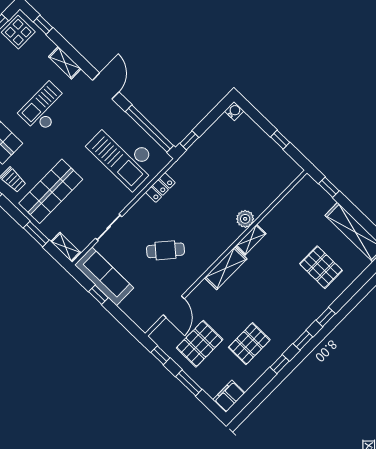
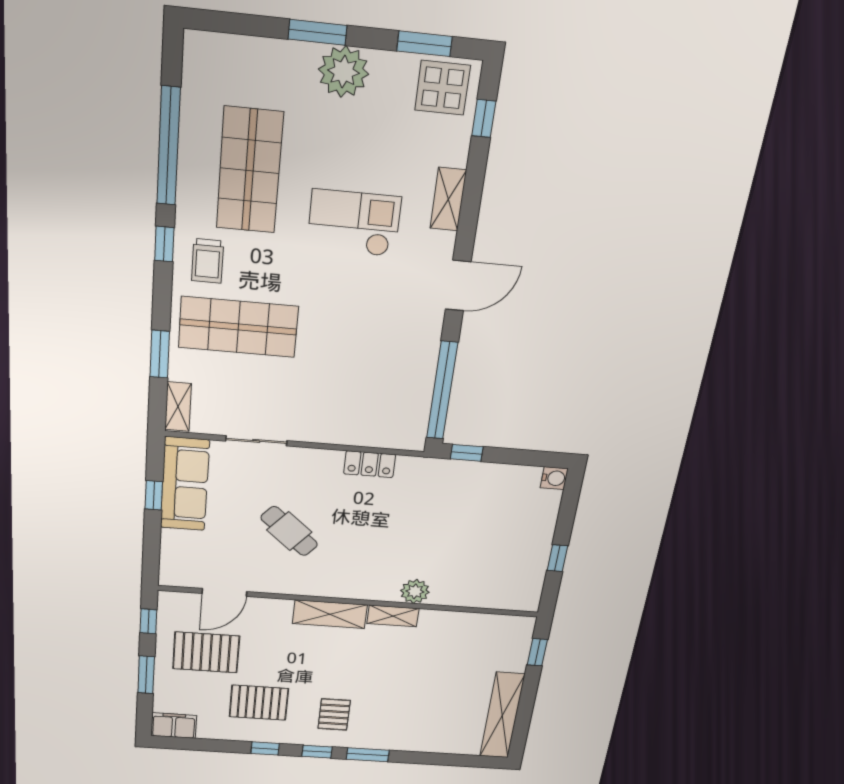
checkout: (123, 155) -> (375, 384), removed
pallet: (321, 267) -> (334, 714), moved, width x0.67, depth x0.71
window: (326, 317) -> (368, 755), width x1.50

